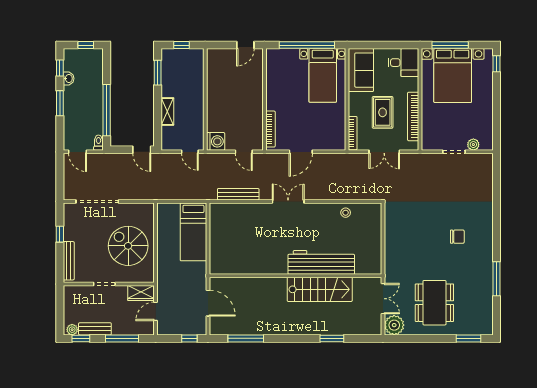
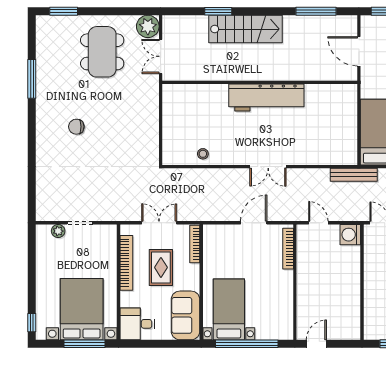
bench: (238, 194) -> (354, 175), moved
workbench: (321, 262) -> (266, 98), moved
stairs: (320, 289) -> (245, 29), moved, turned 180

